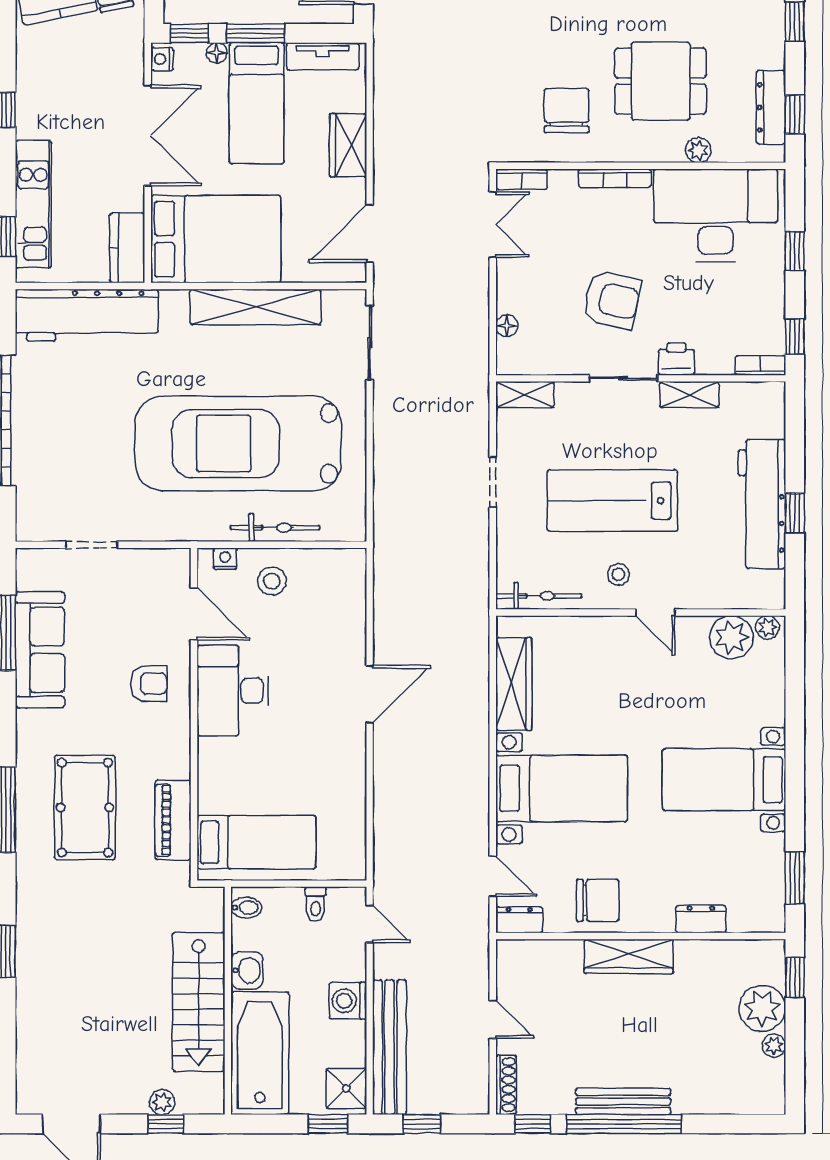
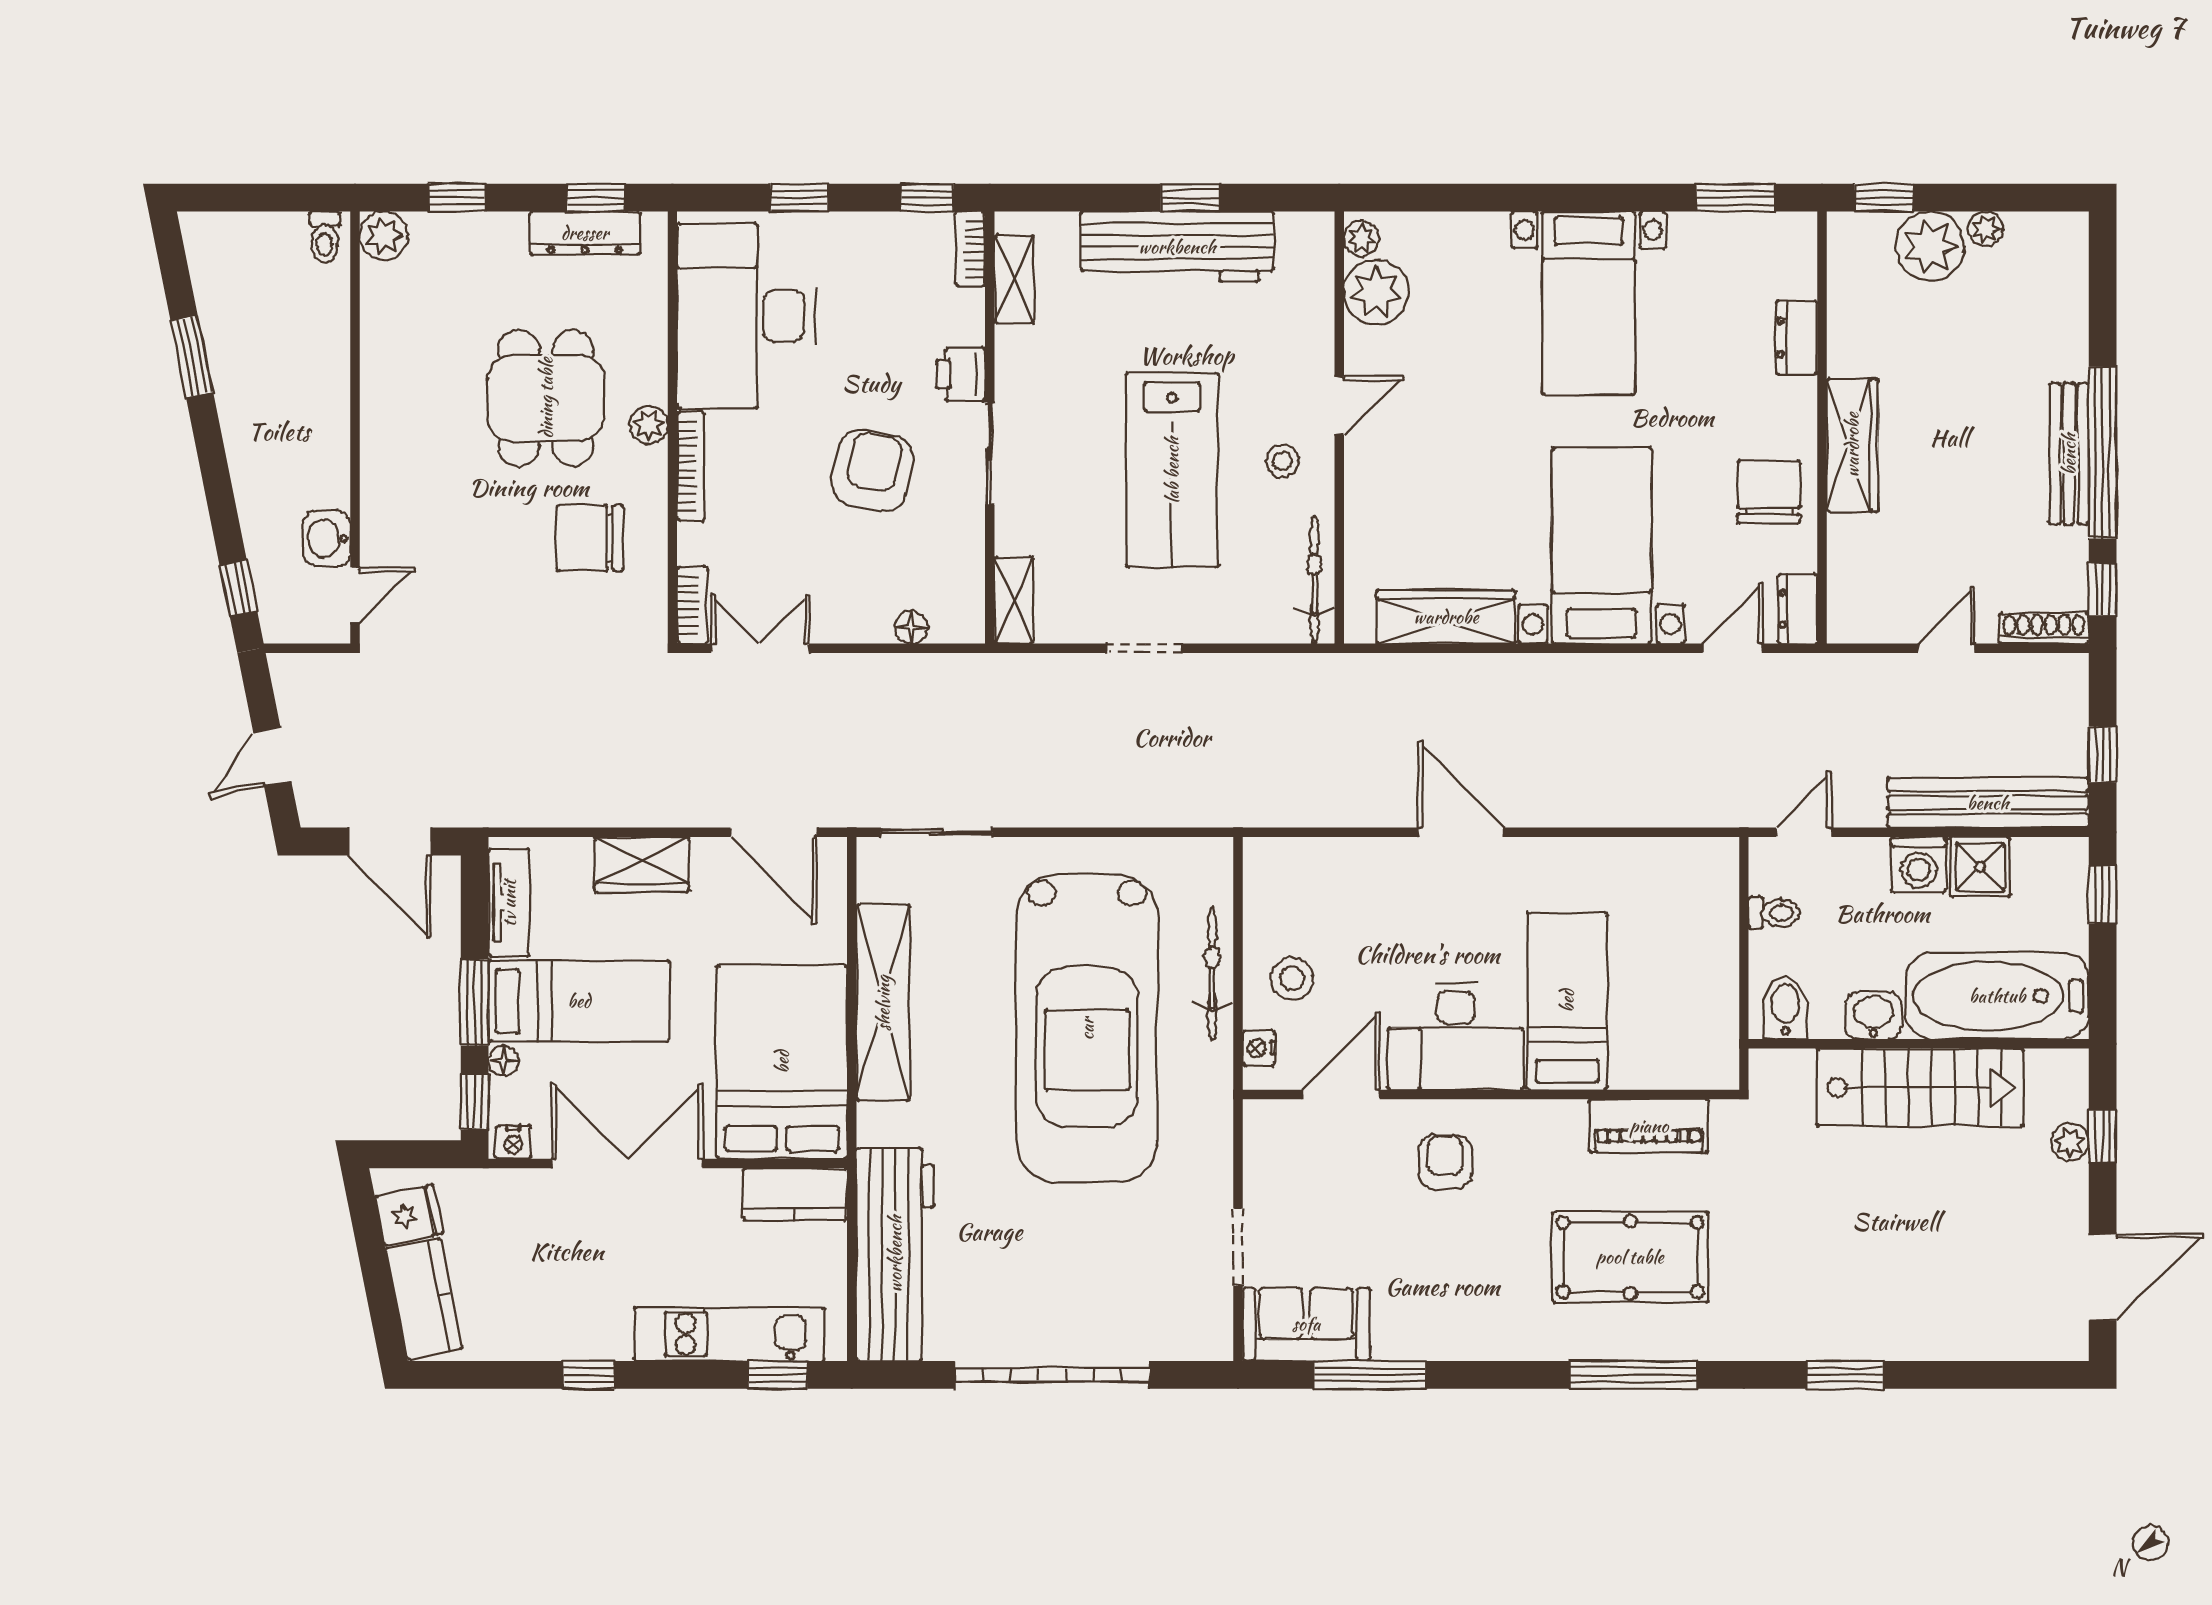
plant: (698, 150) -> (649, 425), moved
shelving: (689, 395) -> (1014, 279), moved
sofa: (40, 650) -> (1306, 1324), moved, width x0.73
bed: (257, 842) -> (1567, 1001), moved
bidet: (246, 908) -> (1786, 1008), width x1.38, depth x1.36
shower: (346, 1088) -> (1980, 867), moved

